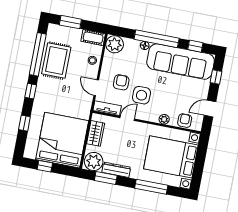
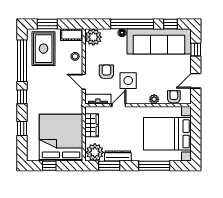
rug: (56, 61) -> (44, 49), moved

